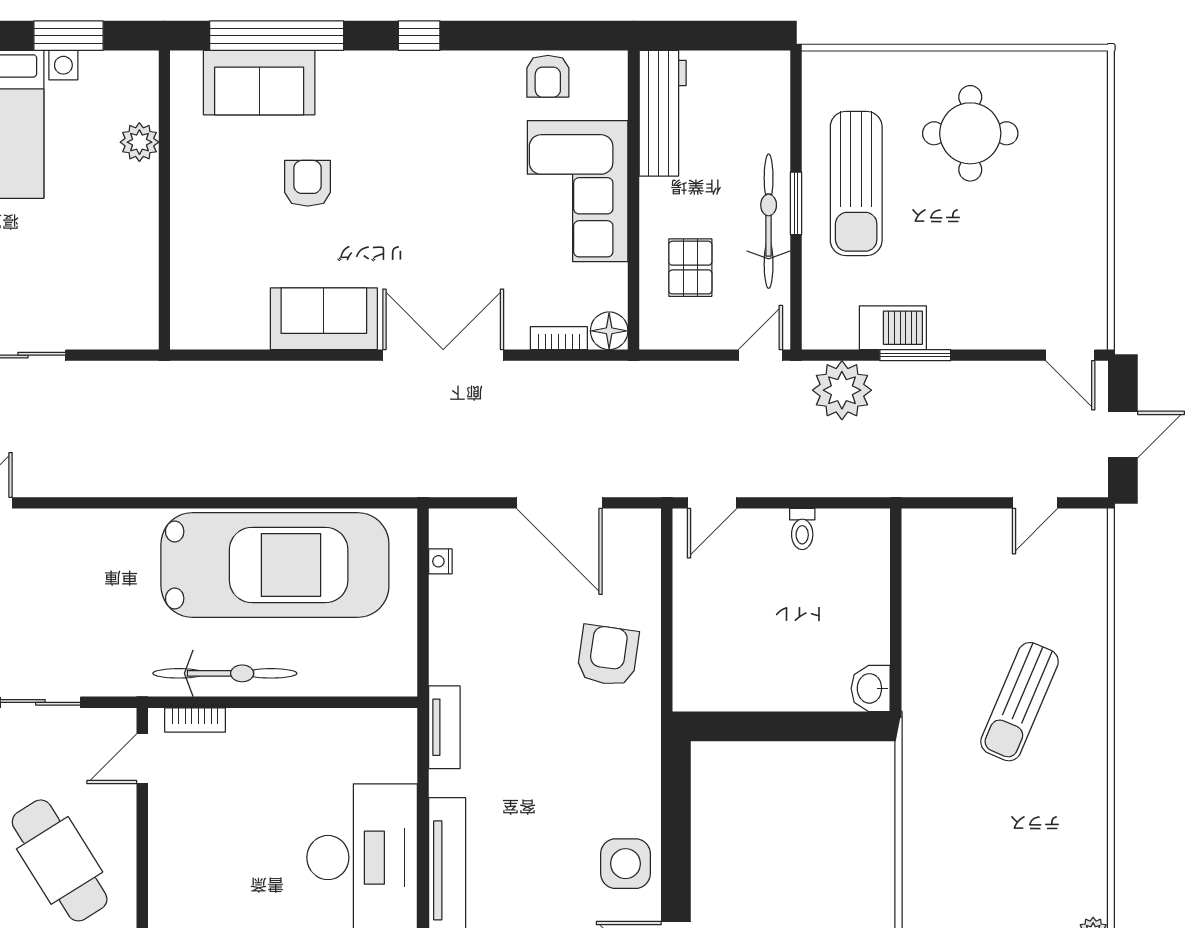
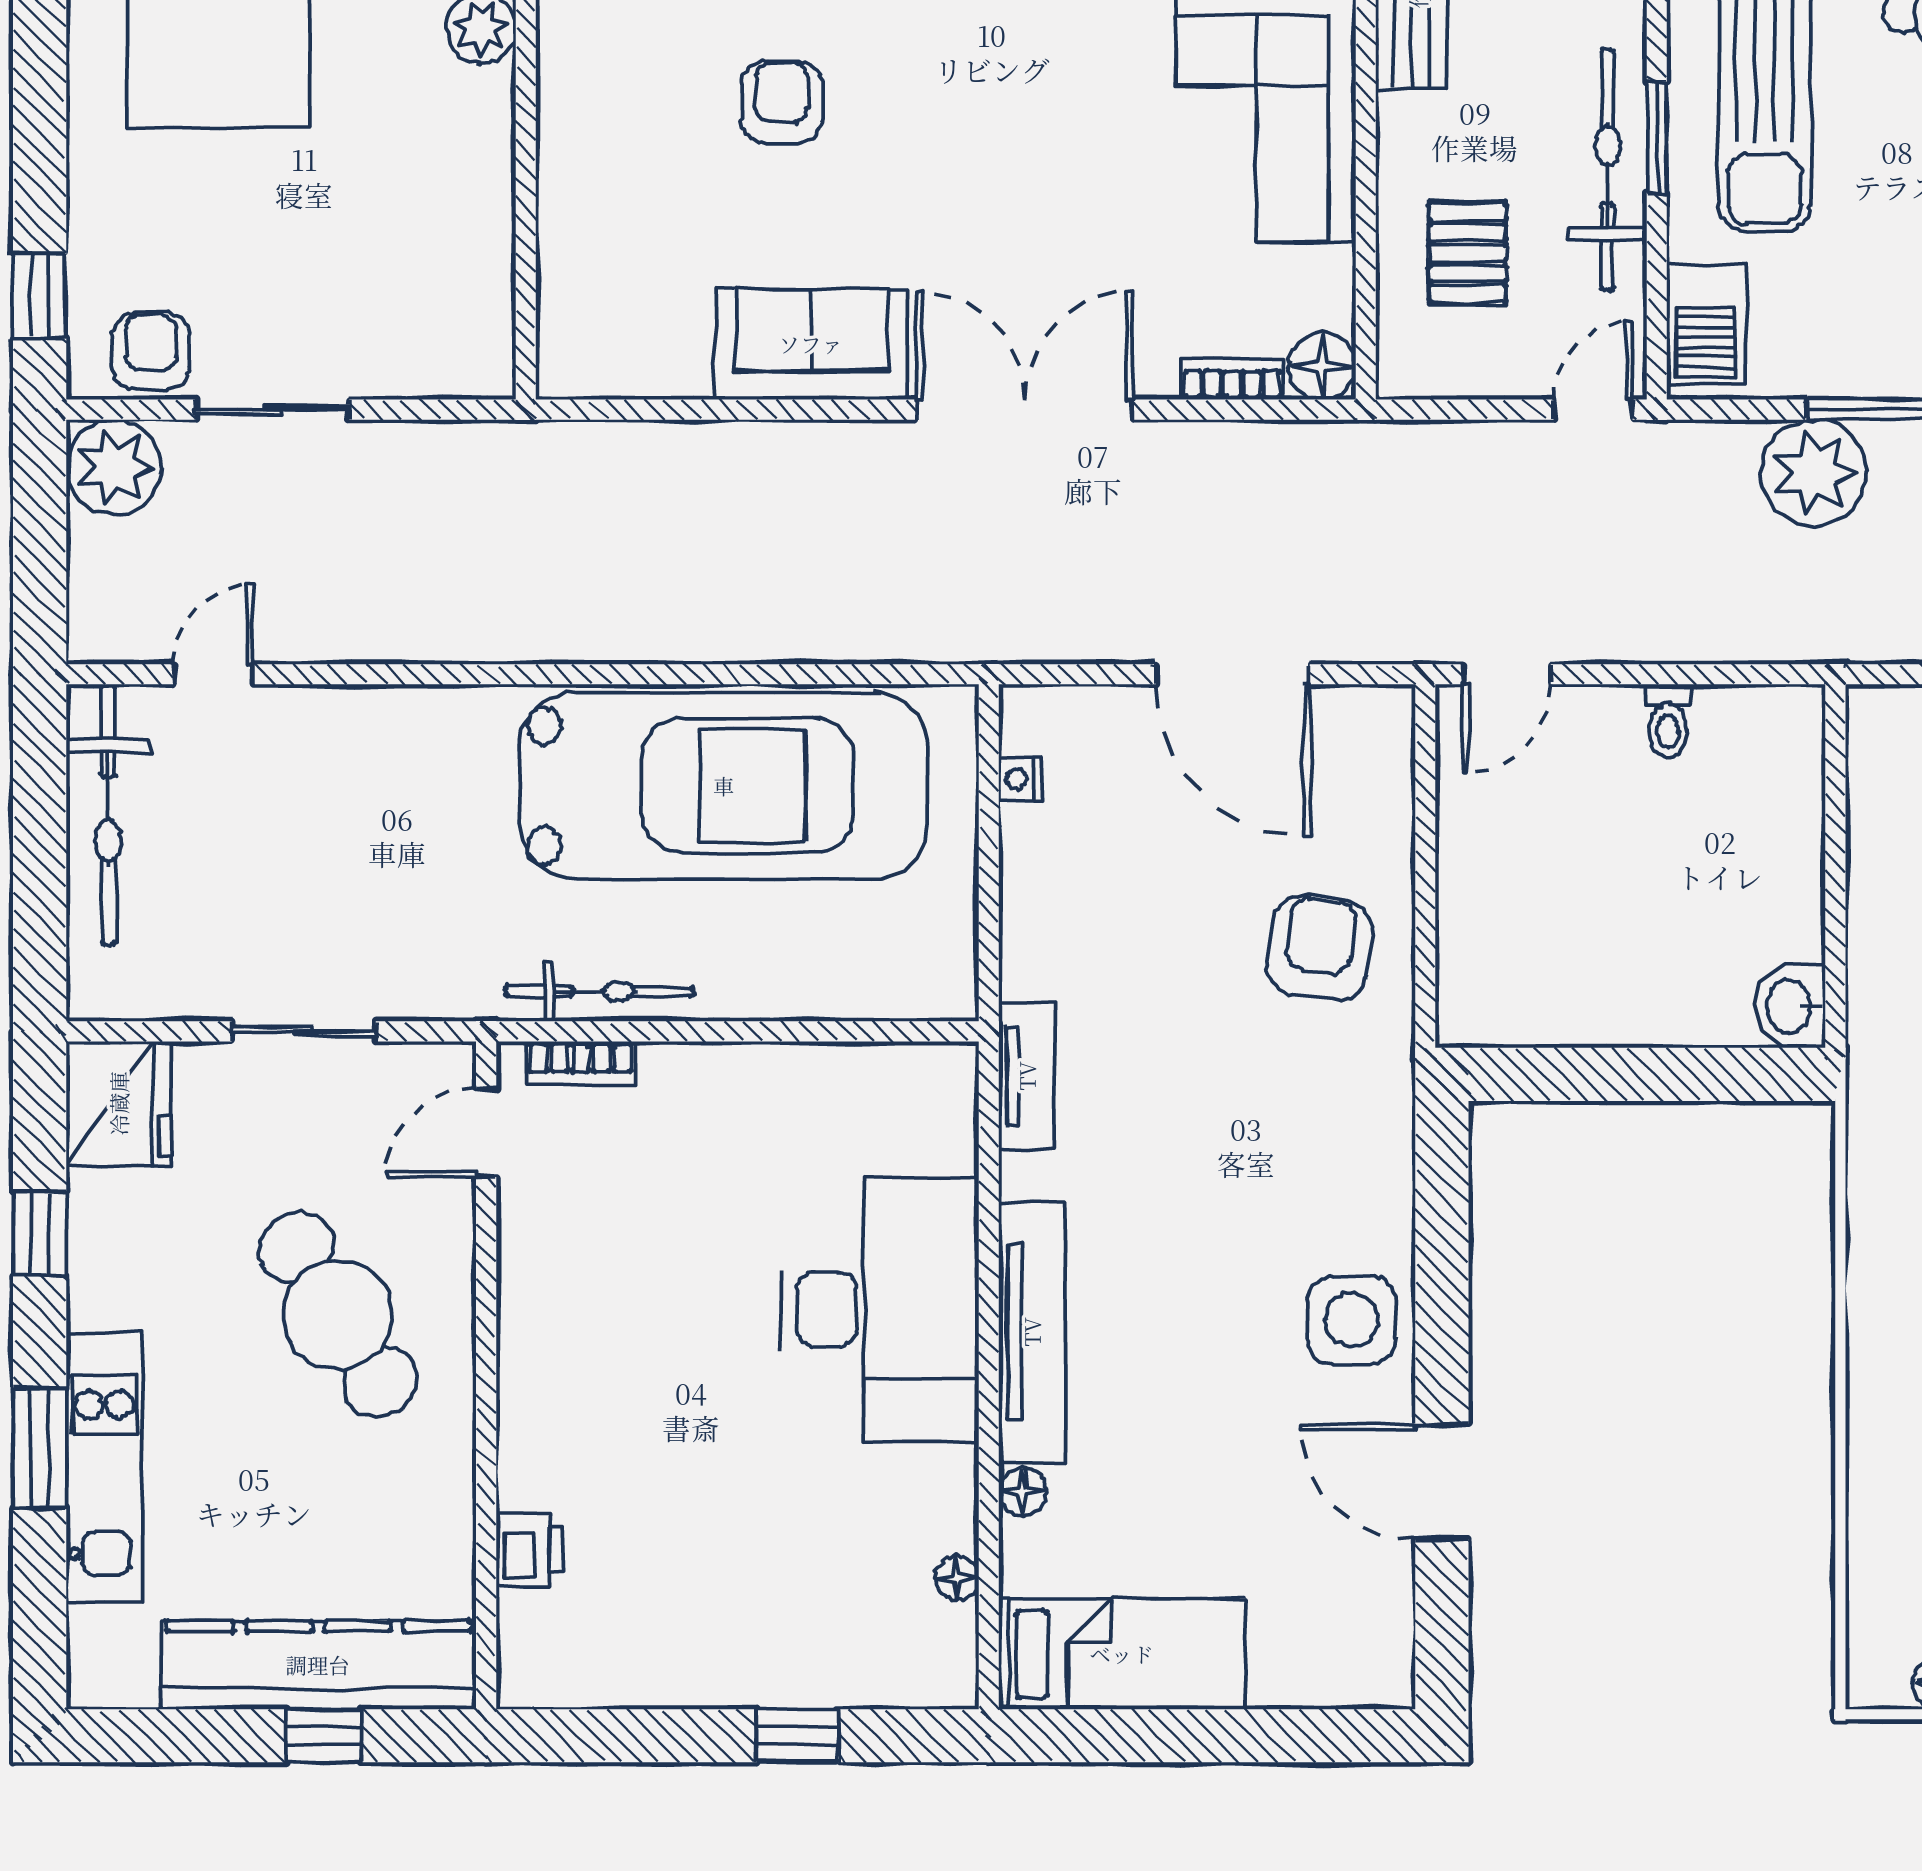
barbecue: (893, 328) -> (1706, 325), moved, turned 90
plant: (842, 390) -> (1814, 473), moved
bicycle: (225, 673) -> (599, 992), width x0.73, depth x0.71

